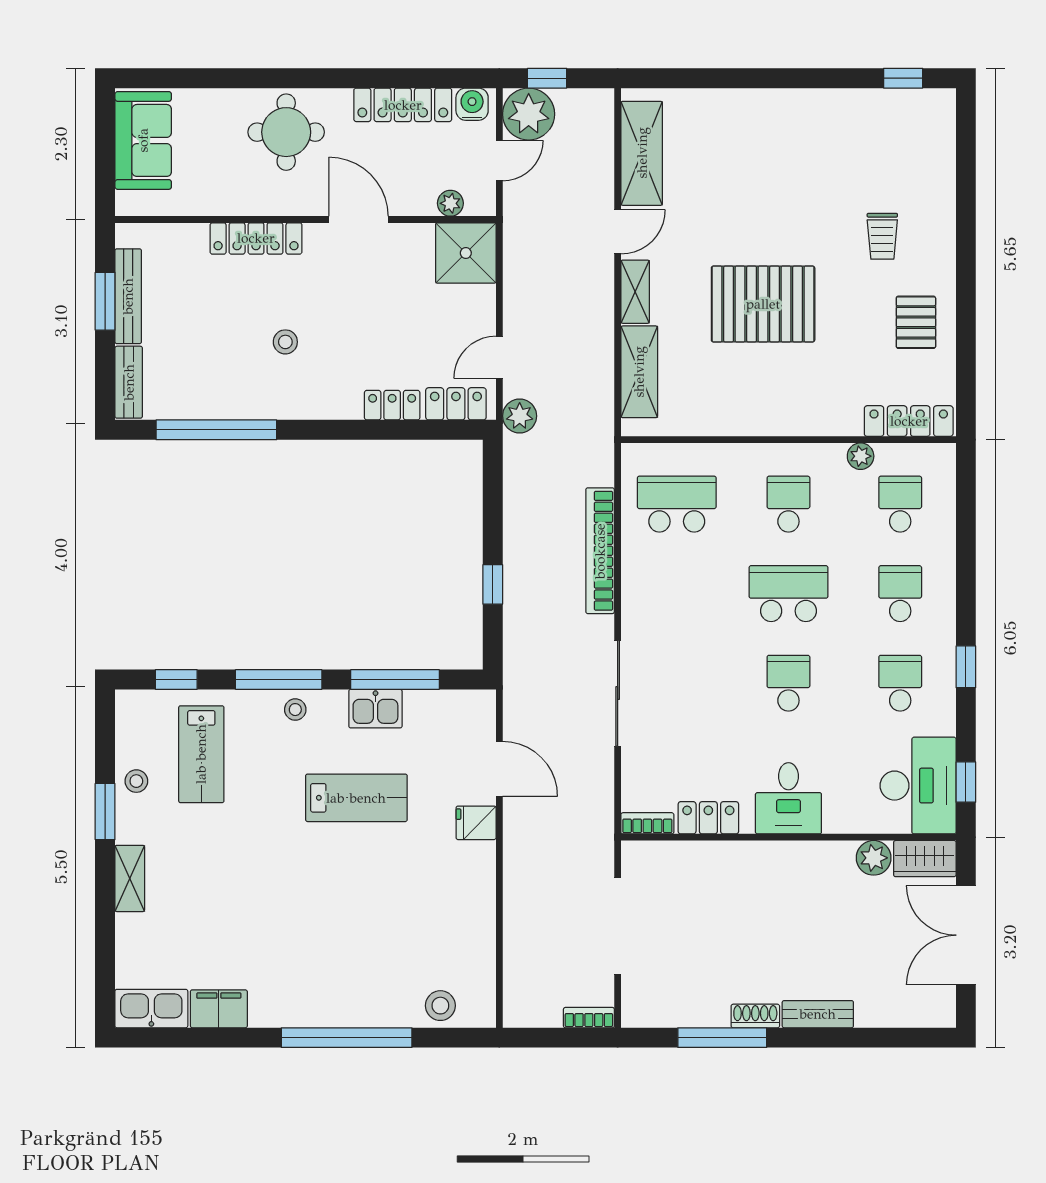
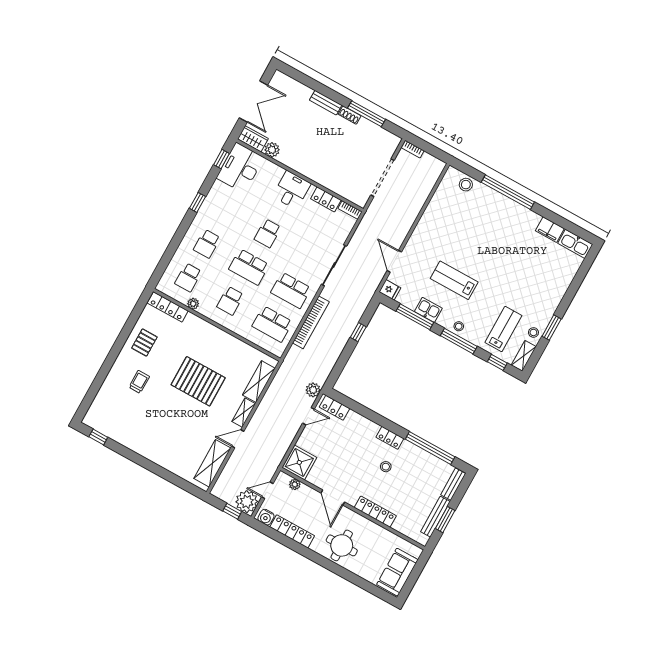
locker: (392, 405) -> (390, 438), moved
school desk: (900, 683) -> (291, 290), moved, width x1.85
fridge: (476, 823) -> (390, 290), moved
shelving: (130, 878) -> (524, 356), moved

